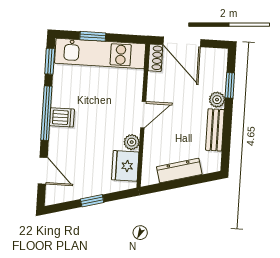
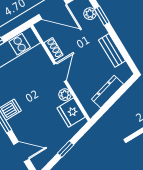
shoe rack: (155, 58) -> (54, 49), moved
plant: (217, 100) -> (90, 14), moved

